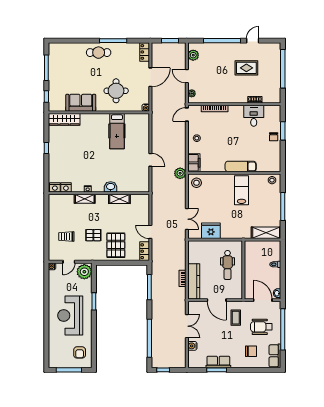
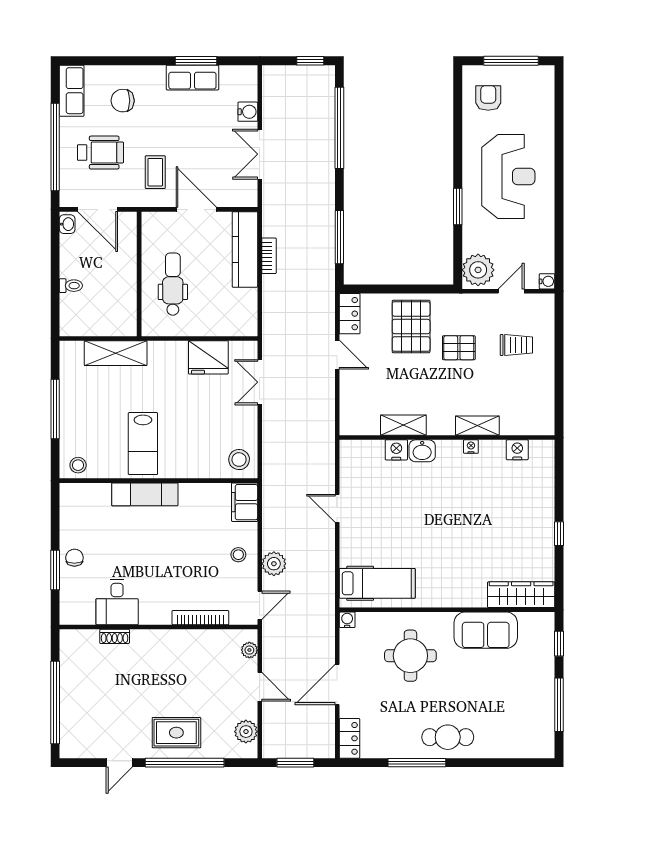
rug: (246, 68) -> (176, 733), moved
hospital bed: (117, 131) -> (377, 583), moved, turned 90
plant: (180, 173) -> (274, 564), moved
nightstand: (55, 187) -> (396, 450), moved
shelving: (266, 233) -> (116, 353), moved

